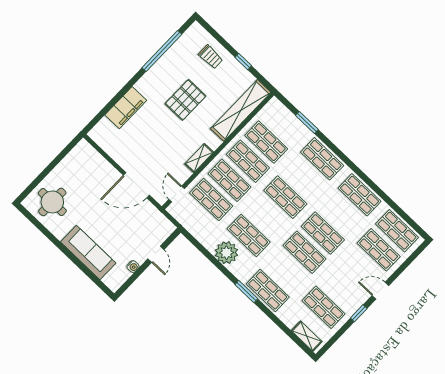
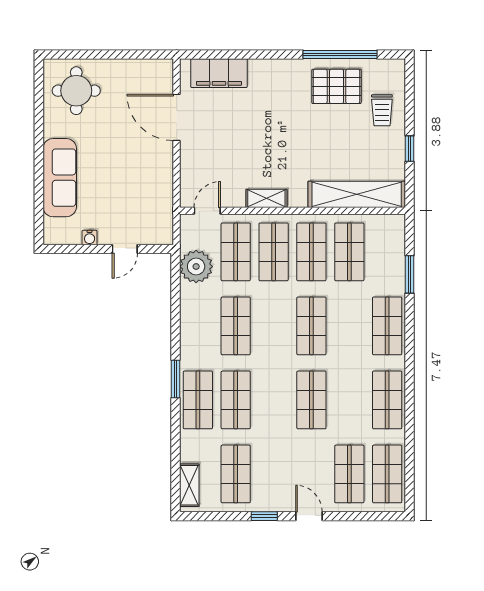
pallet: (185, 100) -> (336, 86), moved
filing cabinet: (126, 108) -> (219, 73), moved
door: (136, 185) -> (177, 117), moved
shop shelf: (304, 252) -> (236, 400), moved
plant: (226, 253) -> (196, 267), moved

